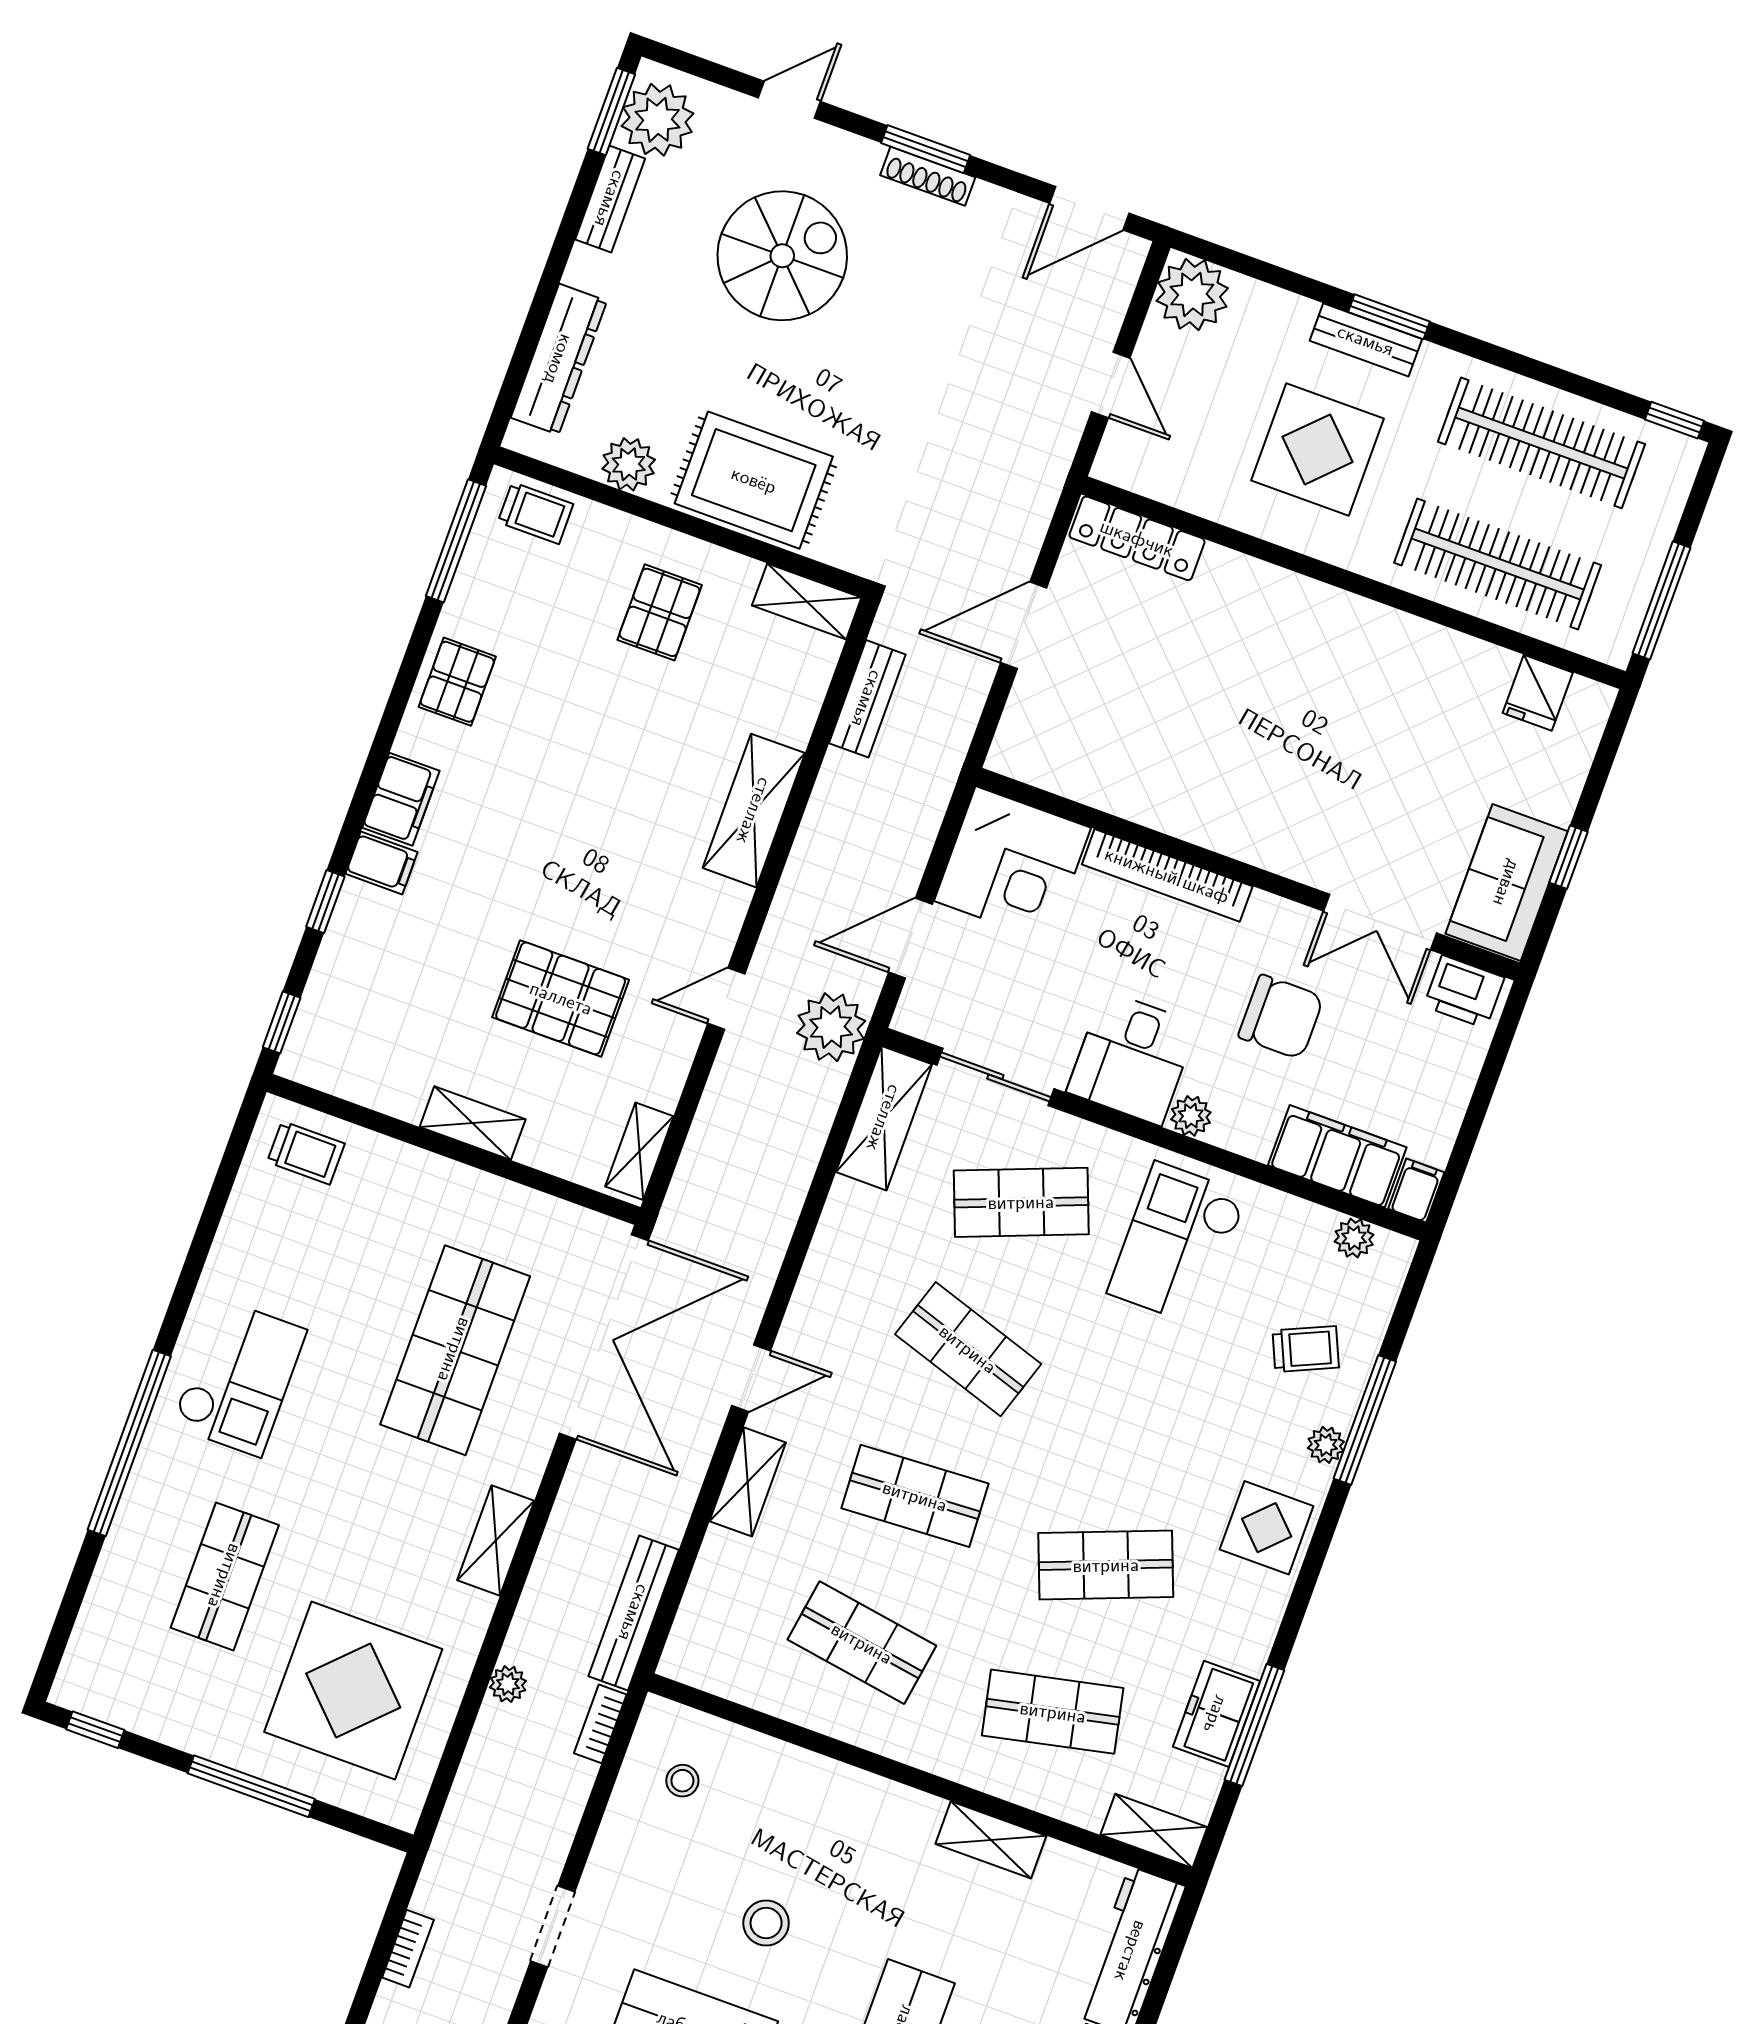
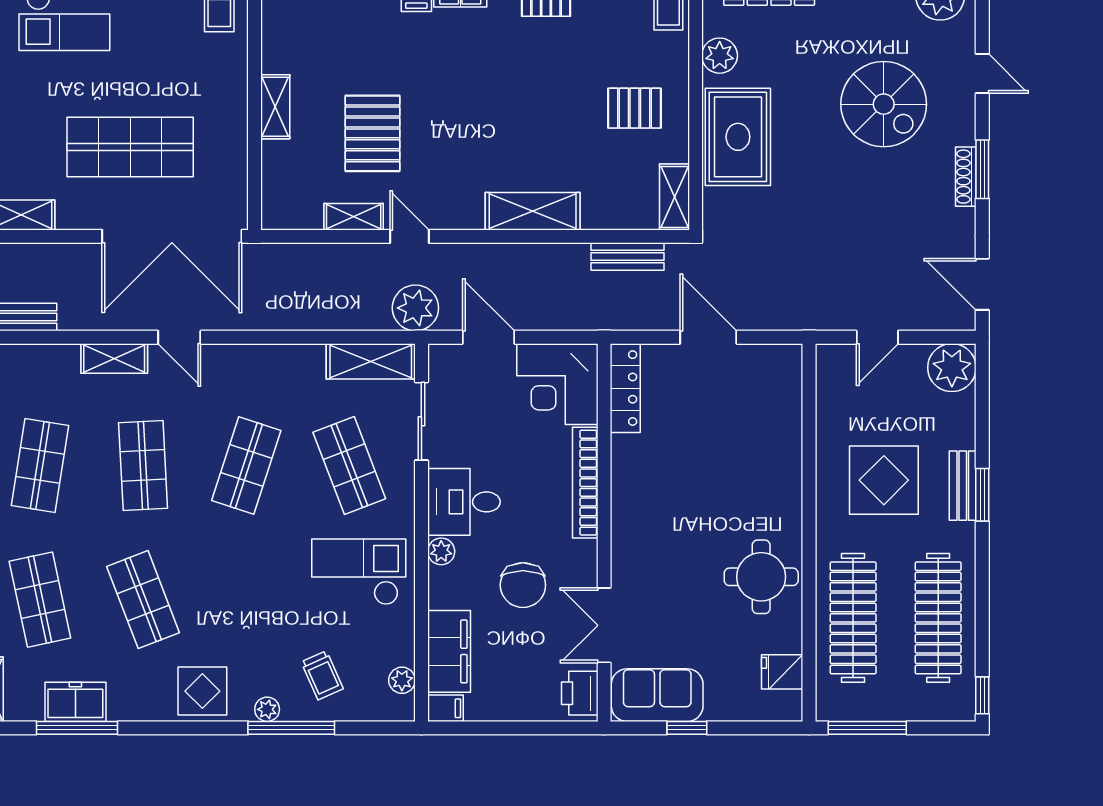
locker: (1137, 538) -> (625, 388), moved, turned 180
round table: (1392, 674) -> (761, 577), added
shelving: (639, 1151) -> (354, 217), moved

